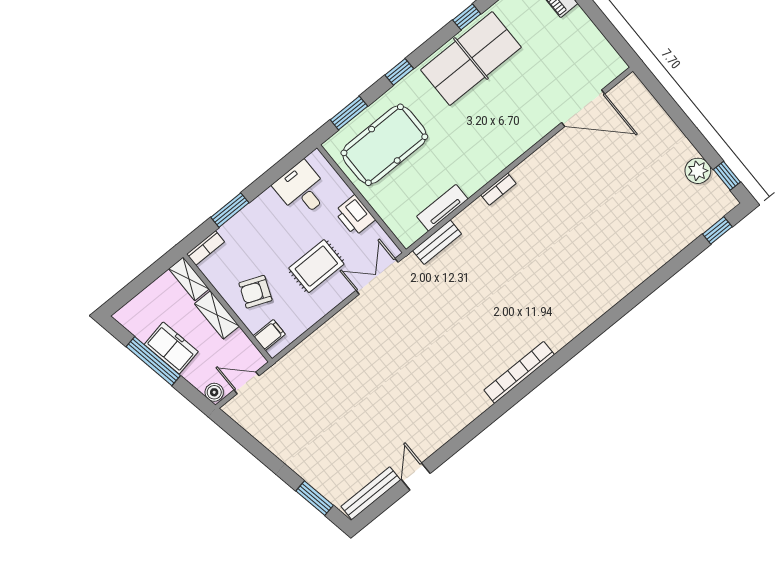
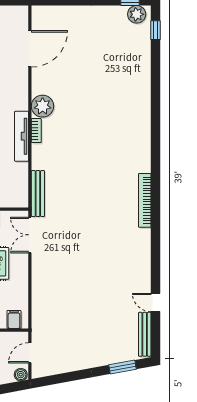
plant: (698, 171) -> (137, 14), moved
plant: (531, 174) -> (43, 106), added
tv unit: (442, 208) -> (22, 136), moved, width x1.41
bench: (437, 242) -> (38, 194), width x1.36

